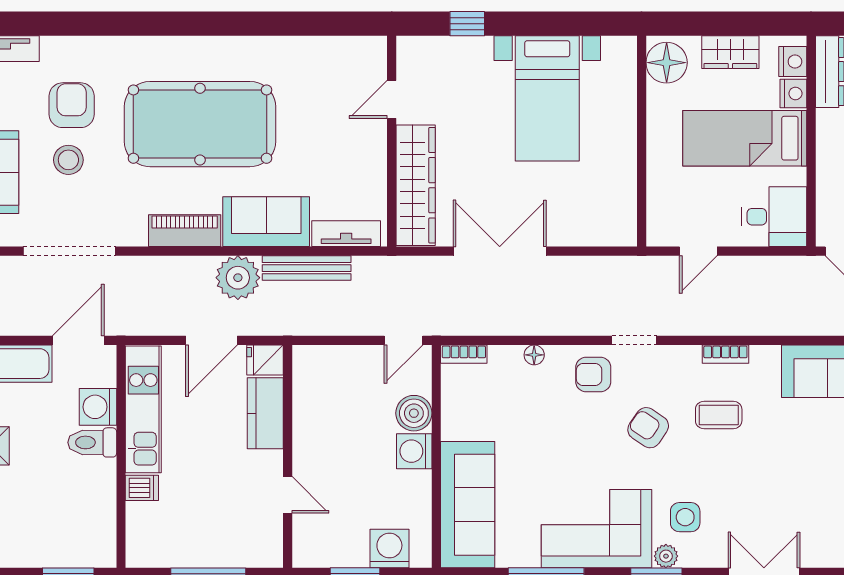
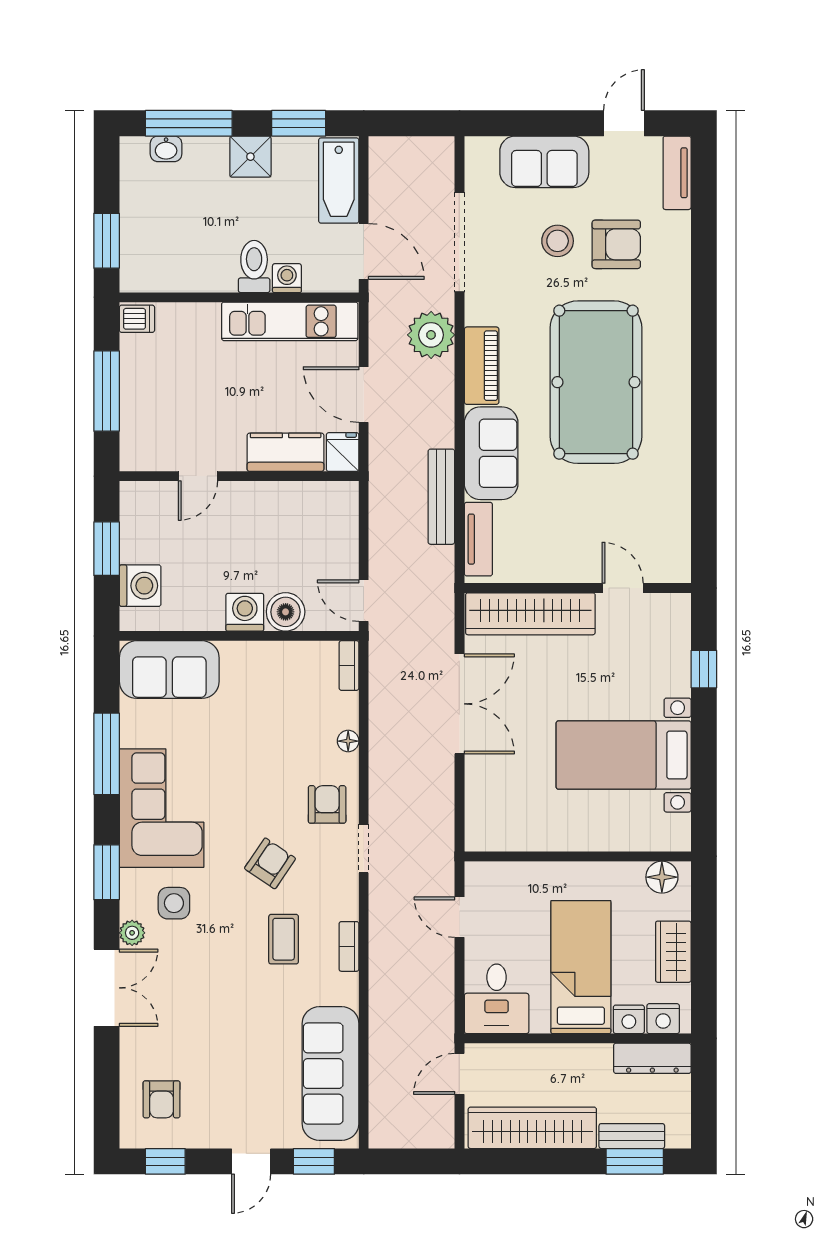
floor lamp: (667, 63) -> (662, 877), width x0.73, depth x0.73
plant: (238, 278) -> (431, 335), moved
washing machine: (98, 407) -> (287, 278), width x0.73, depth x0.73
dishwasher: (142, 488) -> (137, 319), moved, turned -90
sofa: (468, 505) -> (169, 670), width x0.73
plant: (666, 556) -> (132, 933), moved

